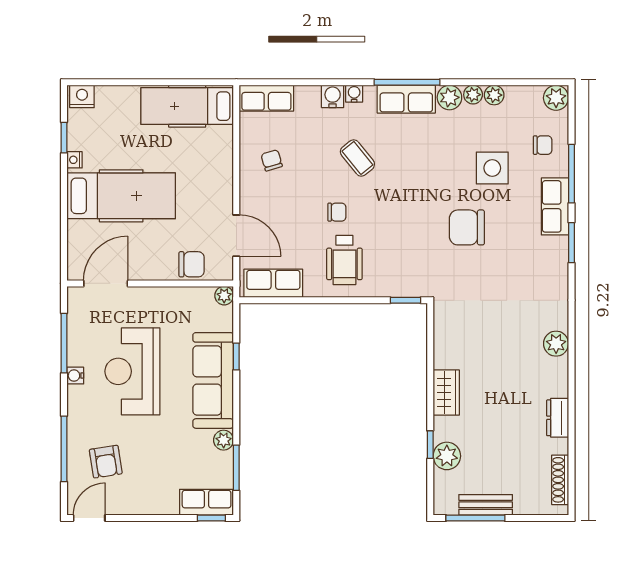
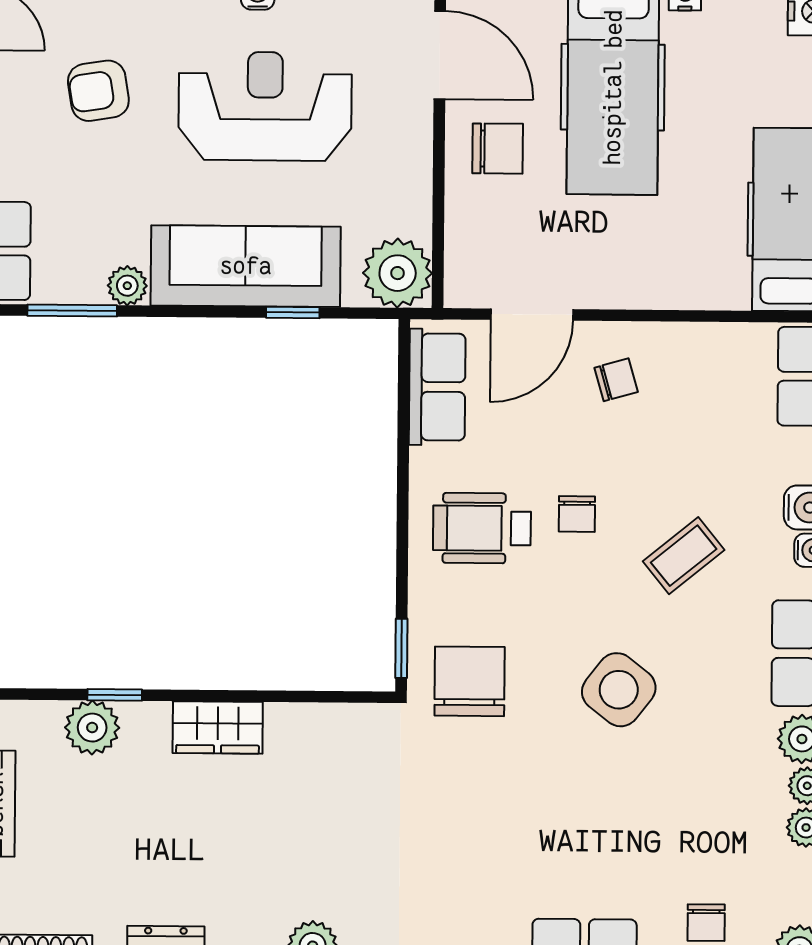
chair: (272, 160) -> (616, 380), moved
side table: (492, 168) -> (619, 690), moved, turned 38
chair: (467, 227) -> (470, 681), moved
chair: (192, 264) -> (498, 149), moved, turned -90
plant: (224, 296) -> (398, 273), width x1.88, depth x1.88
armchair: (106, 462) -> (98, 91), moved

